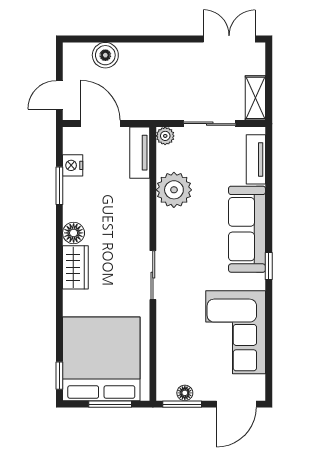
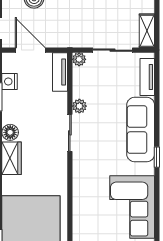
plant: (174, 190) -> (79, 106), width x0.53, depth x0.53
sliding door: (153, 275) -> (70, 133), moved

